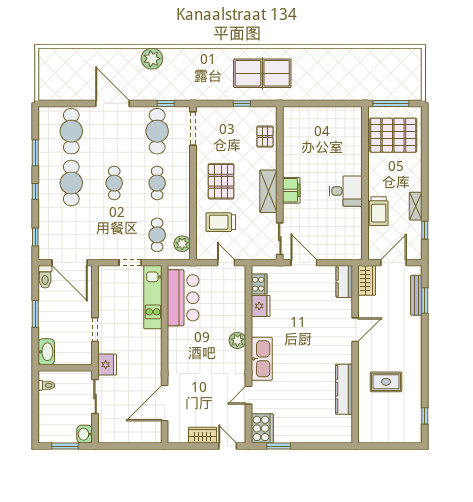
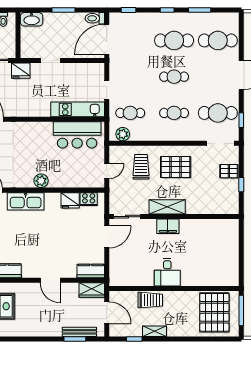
pallet: (265, 137) -> (229, 171), moved
trolley: (379, 211) -> (150, 300), turned 180

